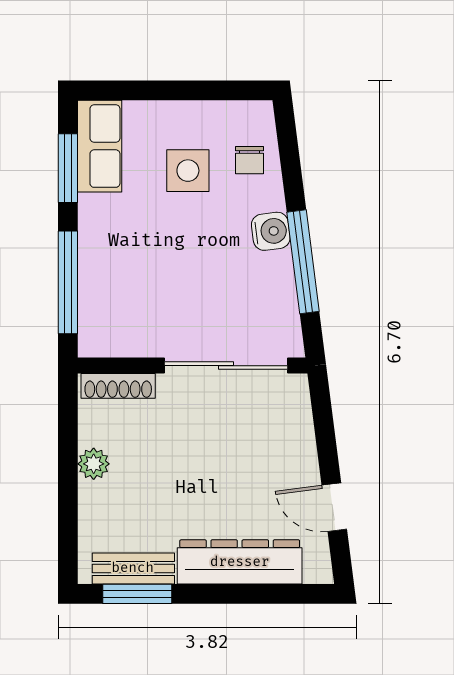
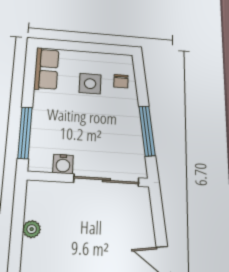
window: (68, 168) -> (29, 78), removed
water cooler: (271, 231) -> (63, 164), moved, turned 97
shoe rack: (118, 386) -> (48, 187), removed

